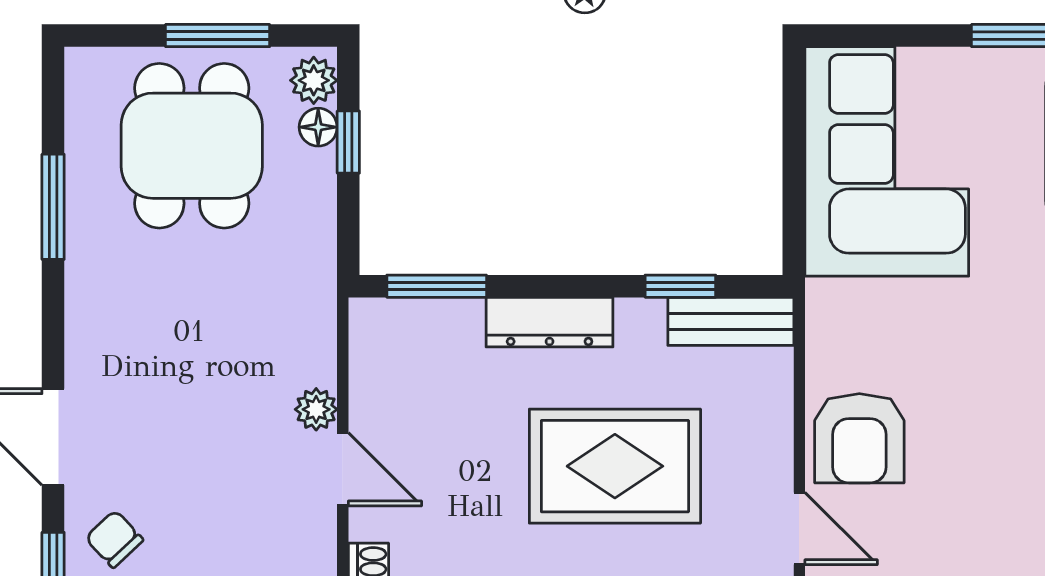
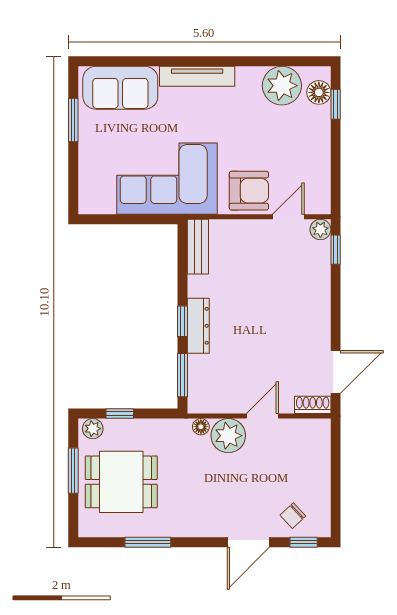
floor lamp: (318, 127) -> (201, 427), moved
corner sofa: (887, 161) -> (167, 179), moved
window: (680, 286) -> (183, 321), moved
plant: (316, 409) -> (228, 436), width x1.87, depth x1.87
rug: (615, 466) -> (261, 297), removed

